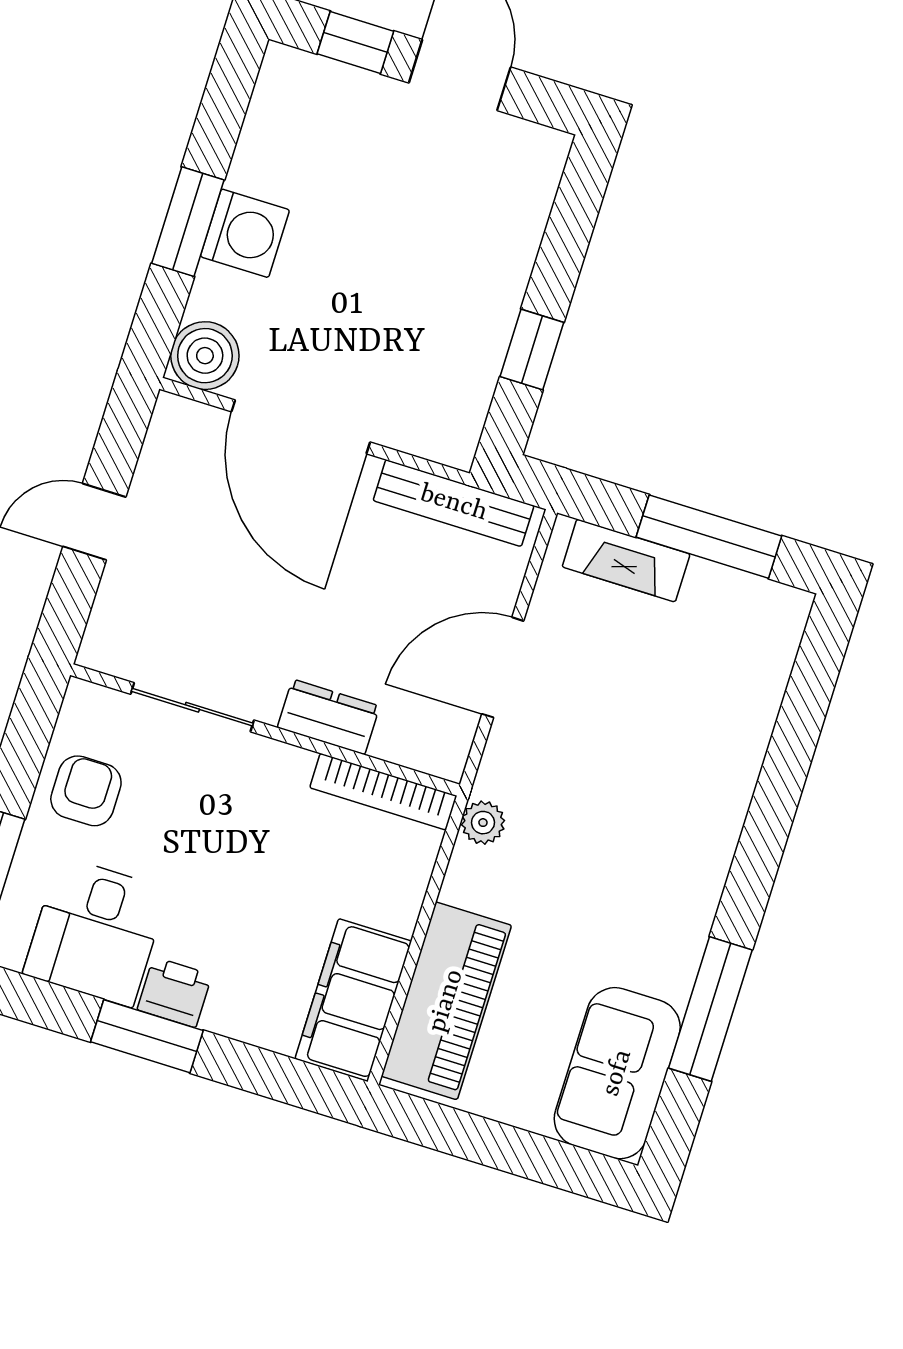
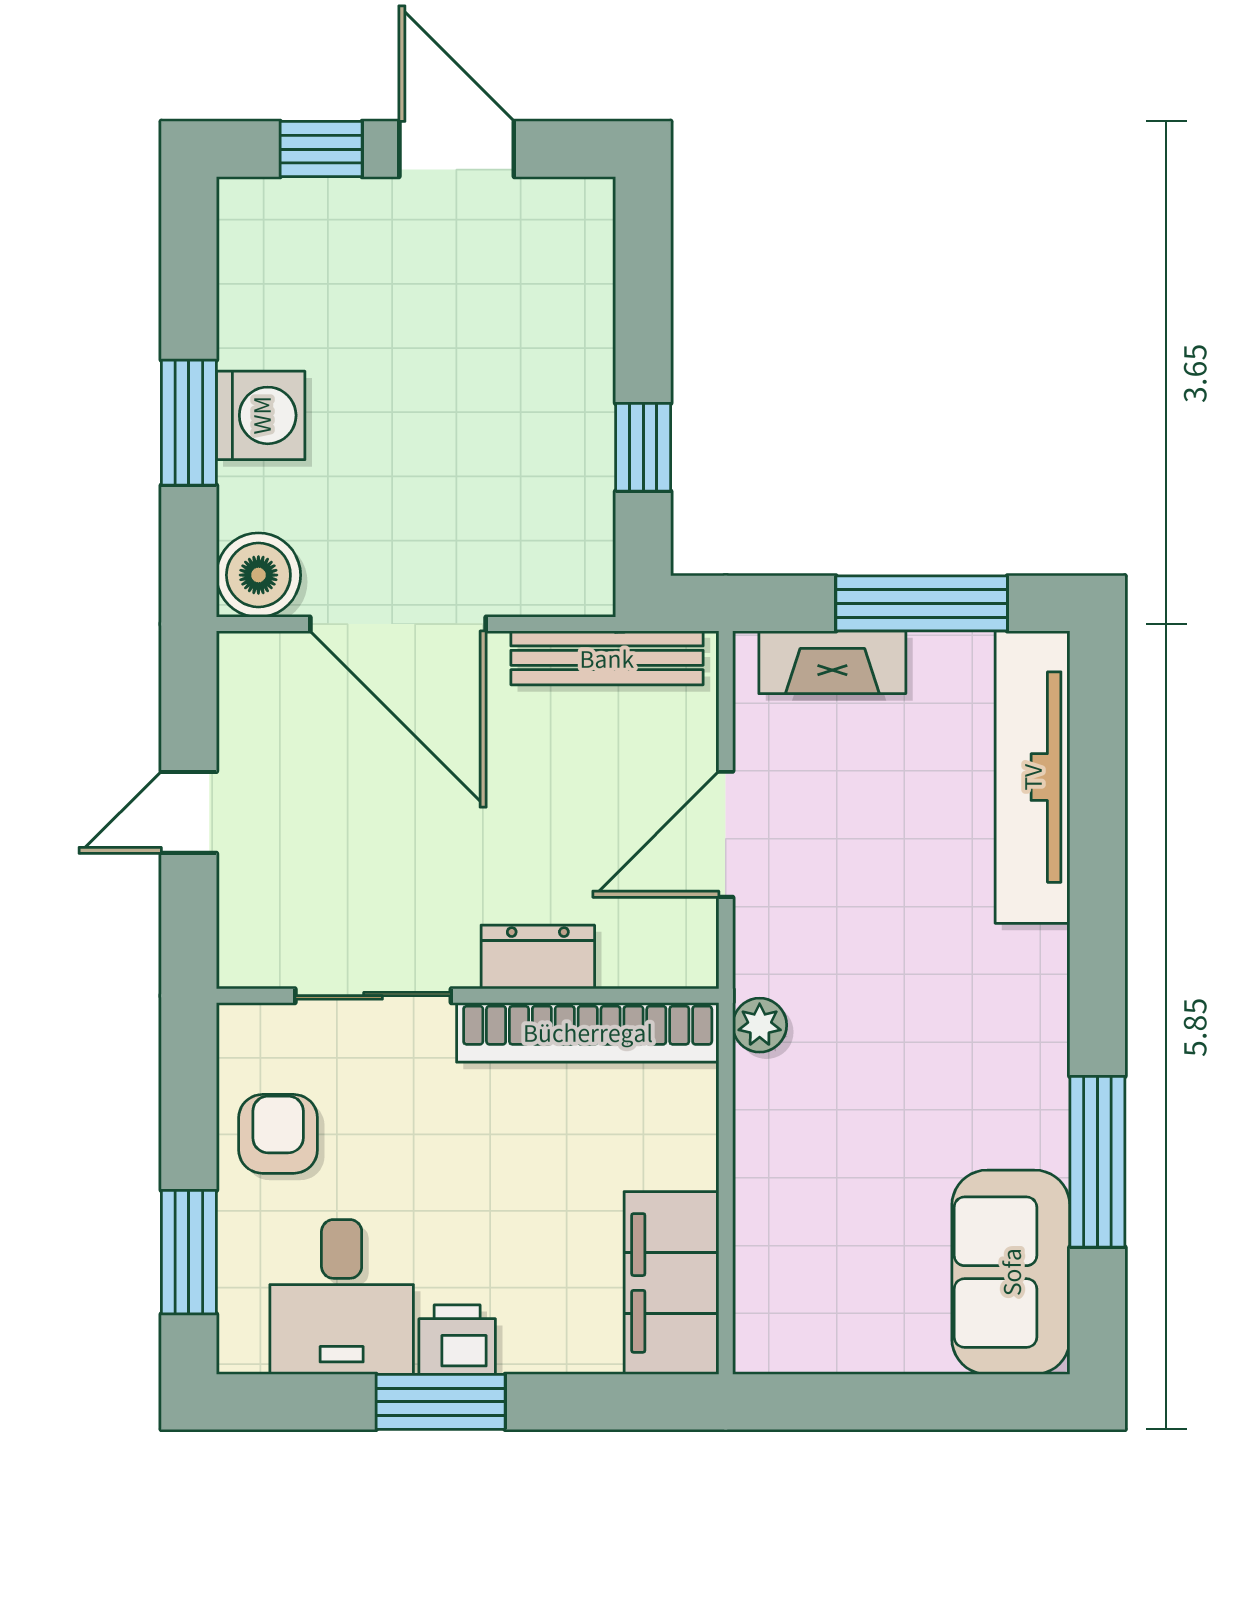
tv unit: (753, 697) -> (1032, 777), added
bookcase: (383, 792) -> (588, 1032), width x1.48, depth x1.31
piano: (446, 1001) -> (782, 1250), removed

